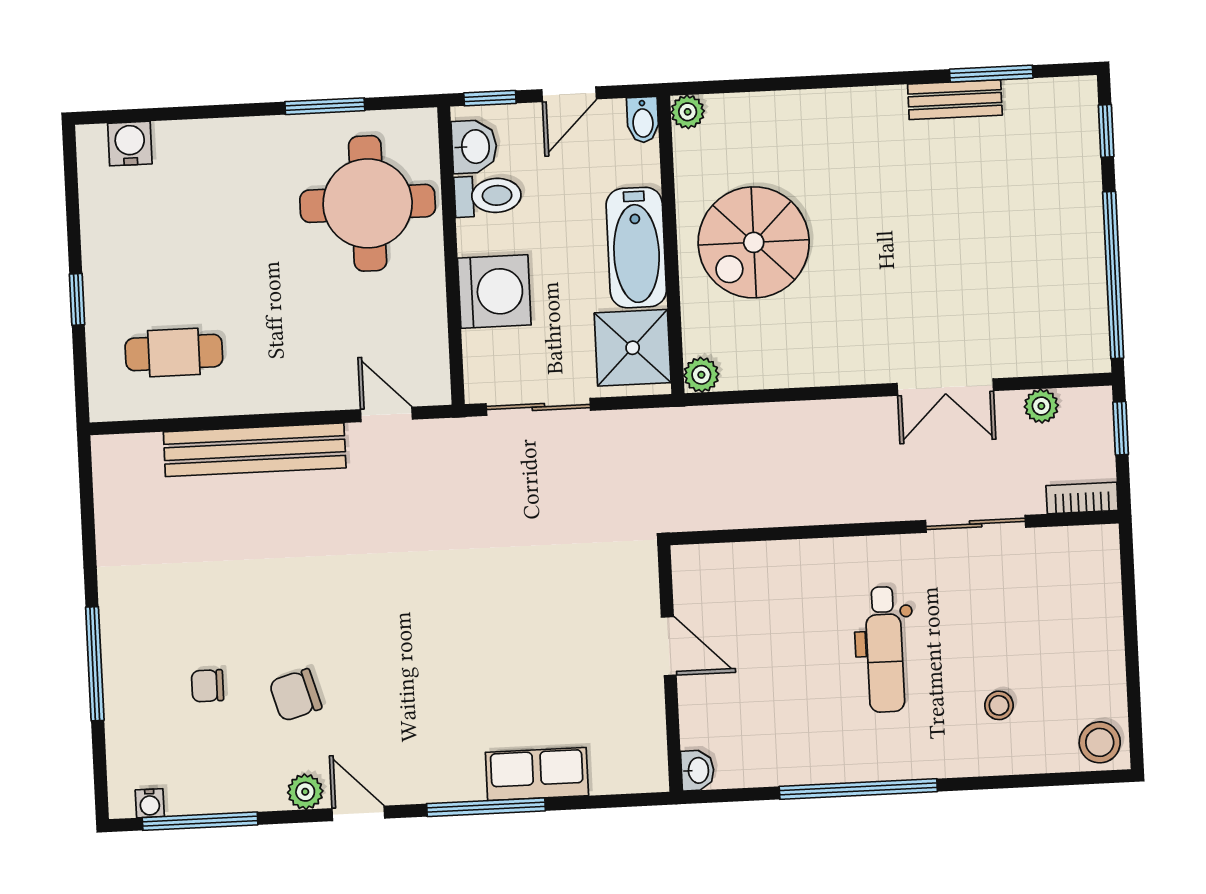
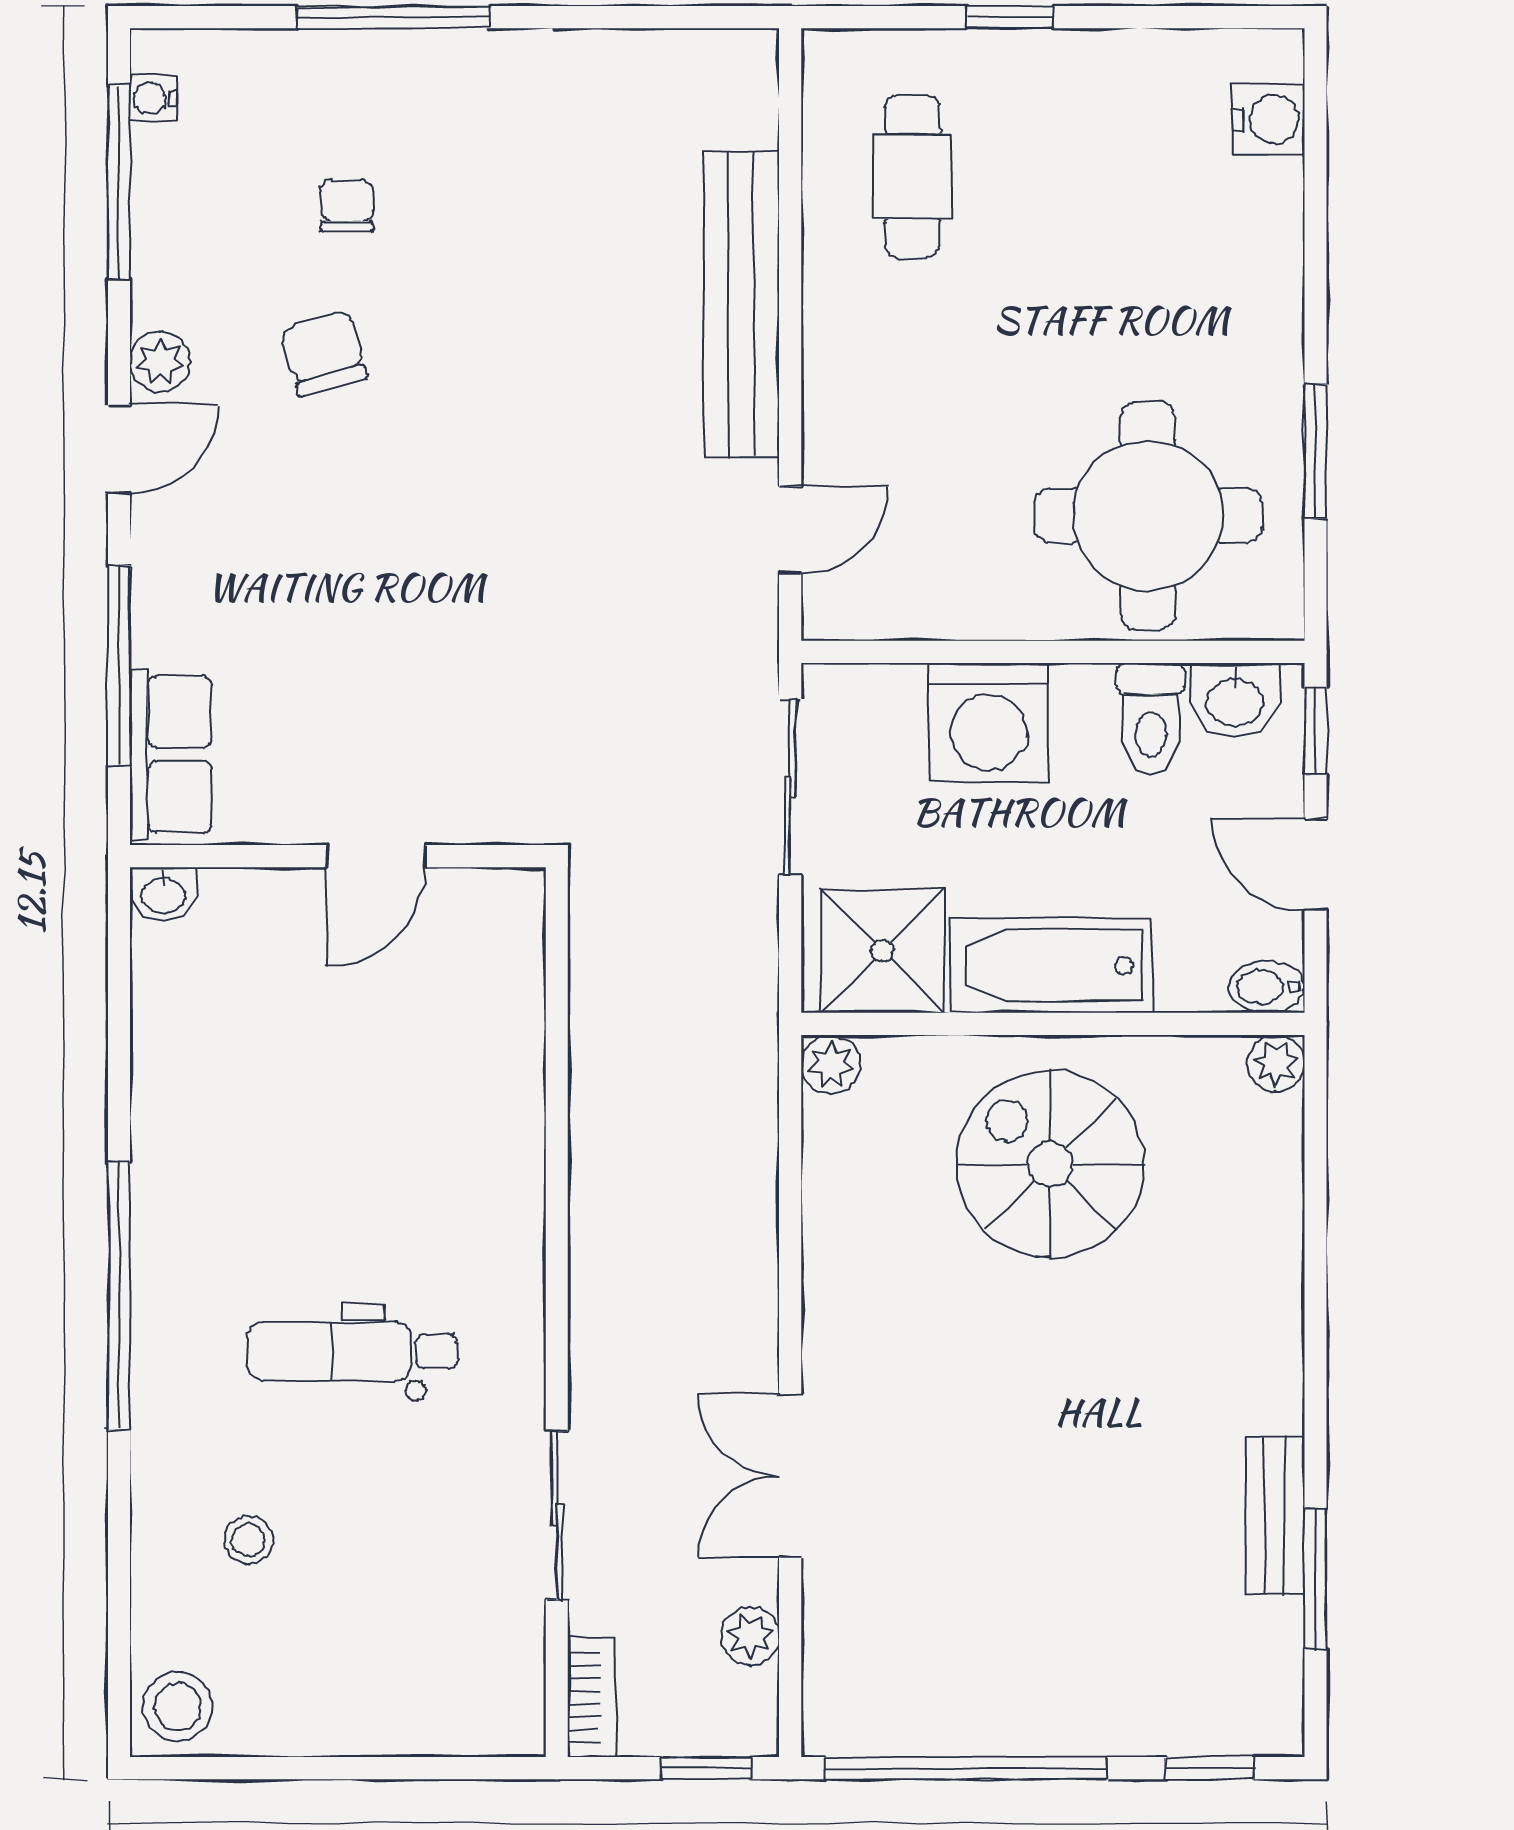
door: (669, 646) -> (376, 856), moved
wall: (670, 669) -> (338, 856), moved
washbasin: (698, 770) -> (164, 894), moved

